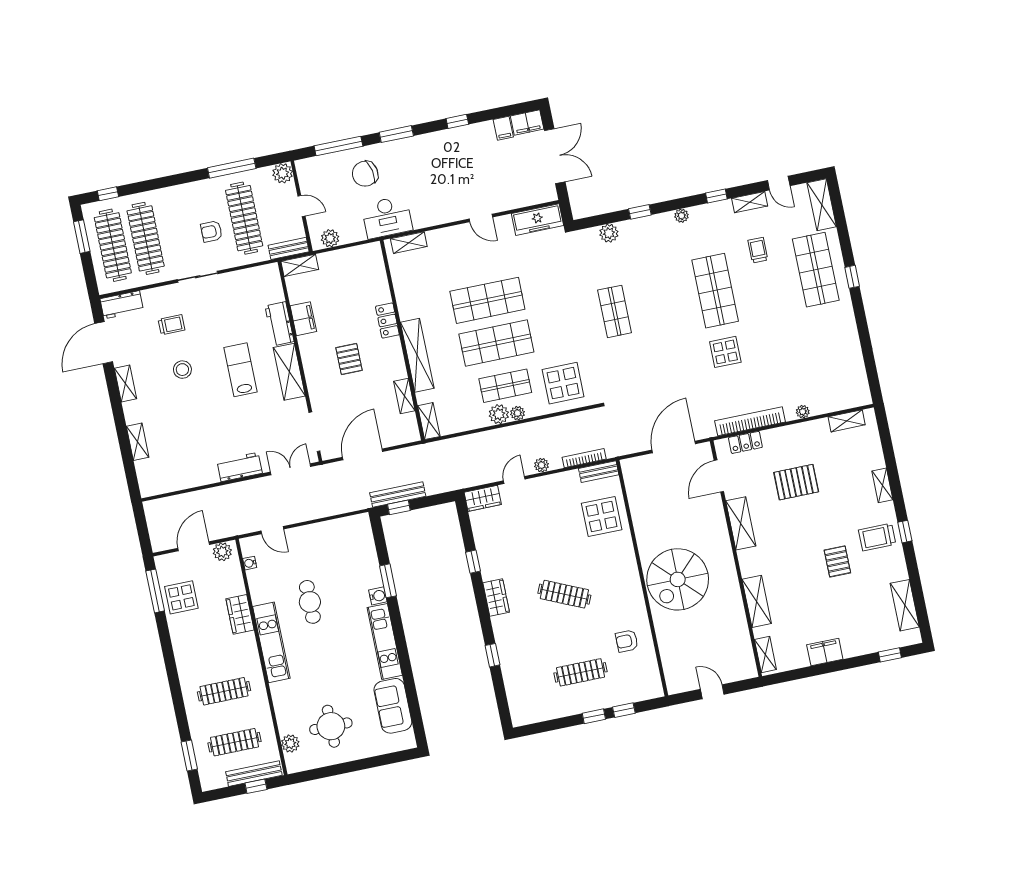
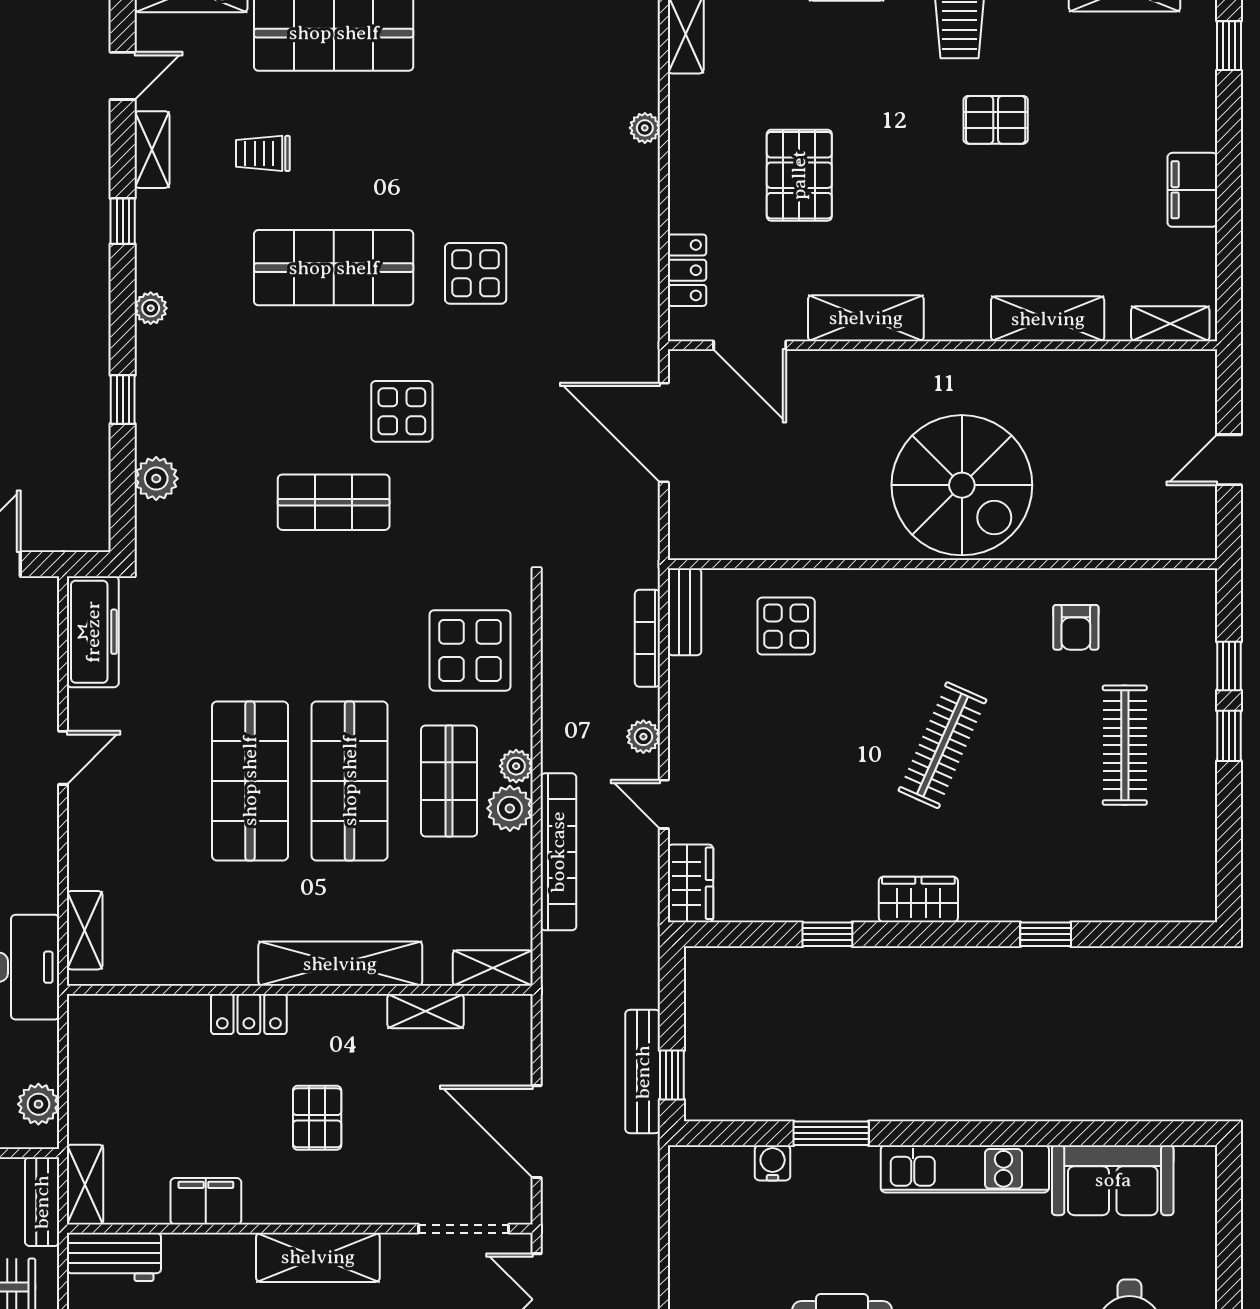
workbench: (279, 324) -> (114, 1257), moved
display table: (660, 333) -> (402, 411), added
pallet: (349, 359) -> (317, 1118), turned 90
bookcase: (750, 421) -> (558, 852), moved, turned 180
display table: (602, 517) -> (786, 626), width x0.73, depth x0.73
water cooler: (378, 596) -> (773, 1163), moved

